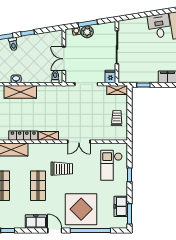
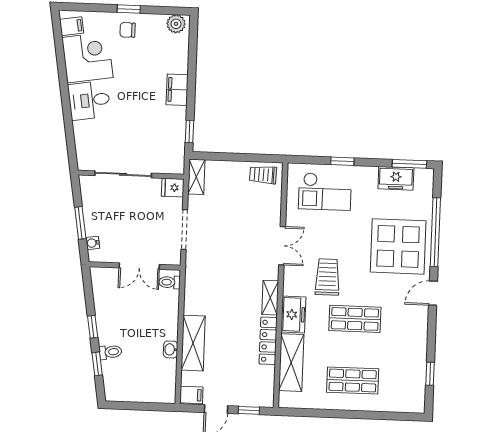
plant: (87, 32) -> (95, 225), removed
trolley: (117, 118) -> (263, 175), moved
freezer: (36, 222) -> (293, 314), moved, turned 180

